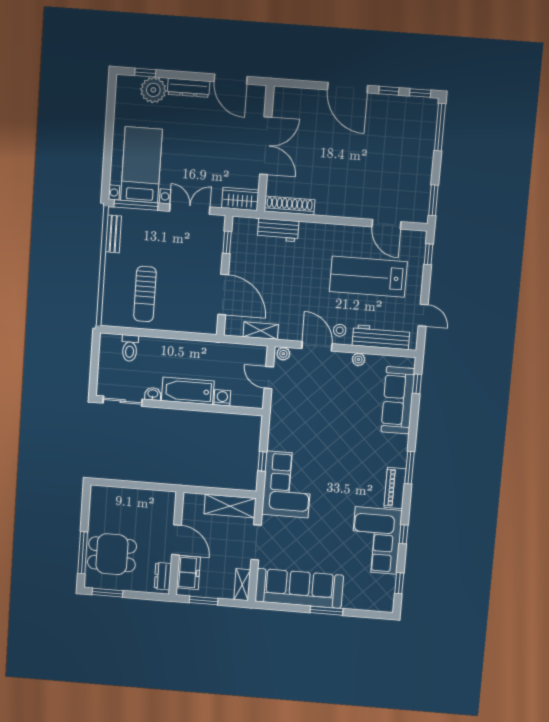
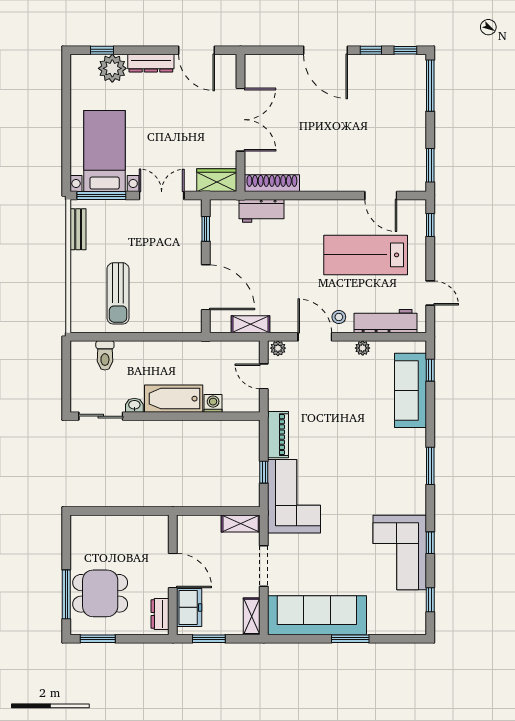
piano: (395, 488) -> (278, 435), moved, turned 180
shelving: (230, 506) -> (241, 523), width x0.67, depth x0.75

